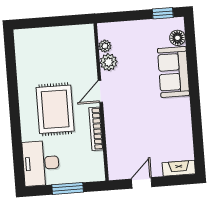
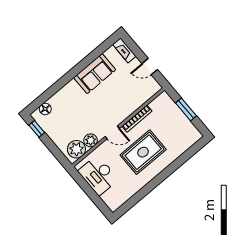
plant: (105, 46) -> (76, 149), width x1.88, depth x1.88
sofa: (173, 72) -> (95, 74), moved
desk: (41, 163) -> (98, 175), moved, turned 90

